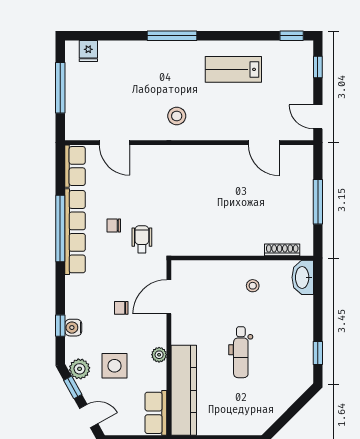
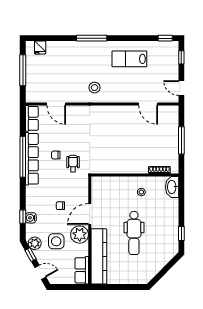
door: (169, 297) -> (90, 214), moved
dental chair: (241, 352) -> (134, 233), width x1.36, depth x1.38
plant: (159, 355) -> (80, 235), width x1.88, depth x1.88

